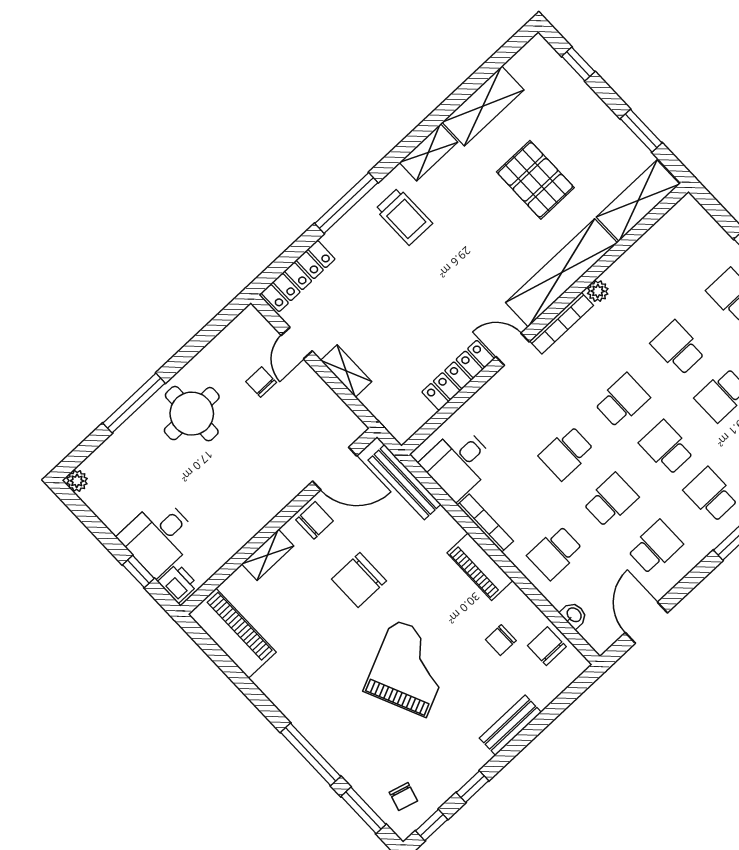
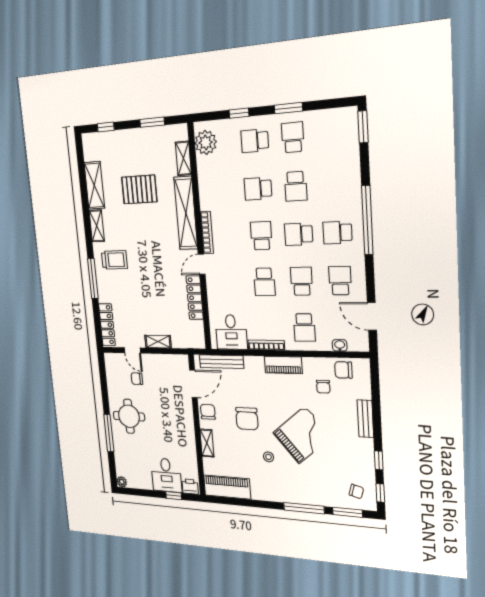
shelving: (638, 201) -> (183, 158), width x0.67, depth x0.75
plant: (598, 291) -> (206, 142), moved, width x1.88, depth x1.88
stool: (335, 651) -> (269, 457), added
grand piano: (410, 668) -> (302, 435), turned 74

